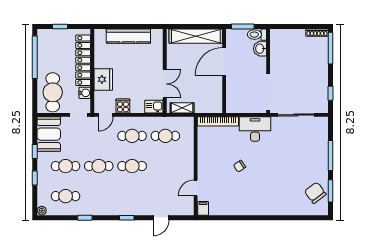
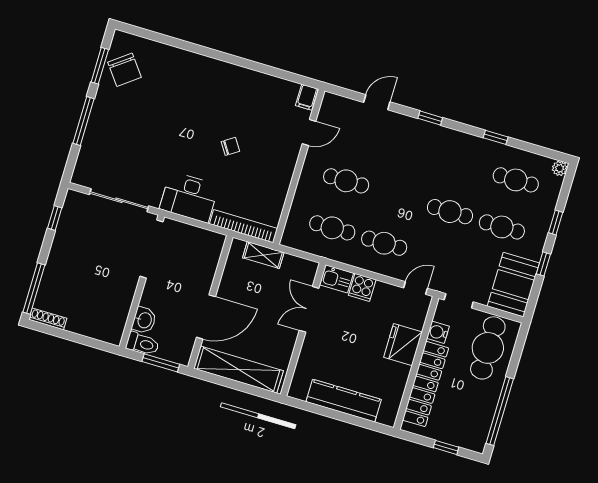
cooker: (123, 106) -> (362, 287), moved
shelving: (182, 108) -> (263, 255), moved
cafe table: (132, 166) -> (346, 181), moved

